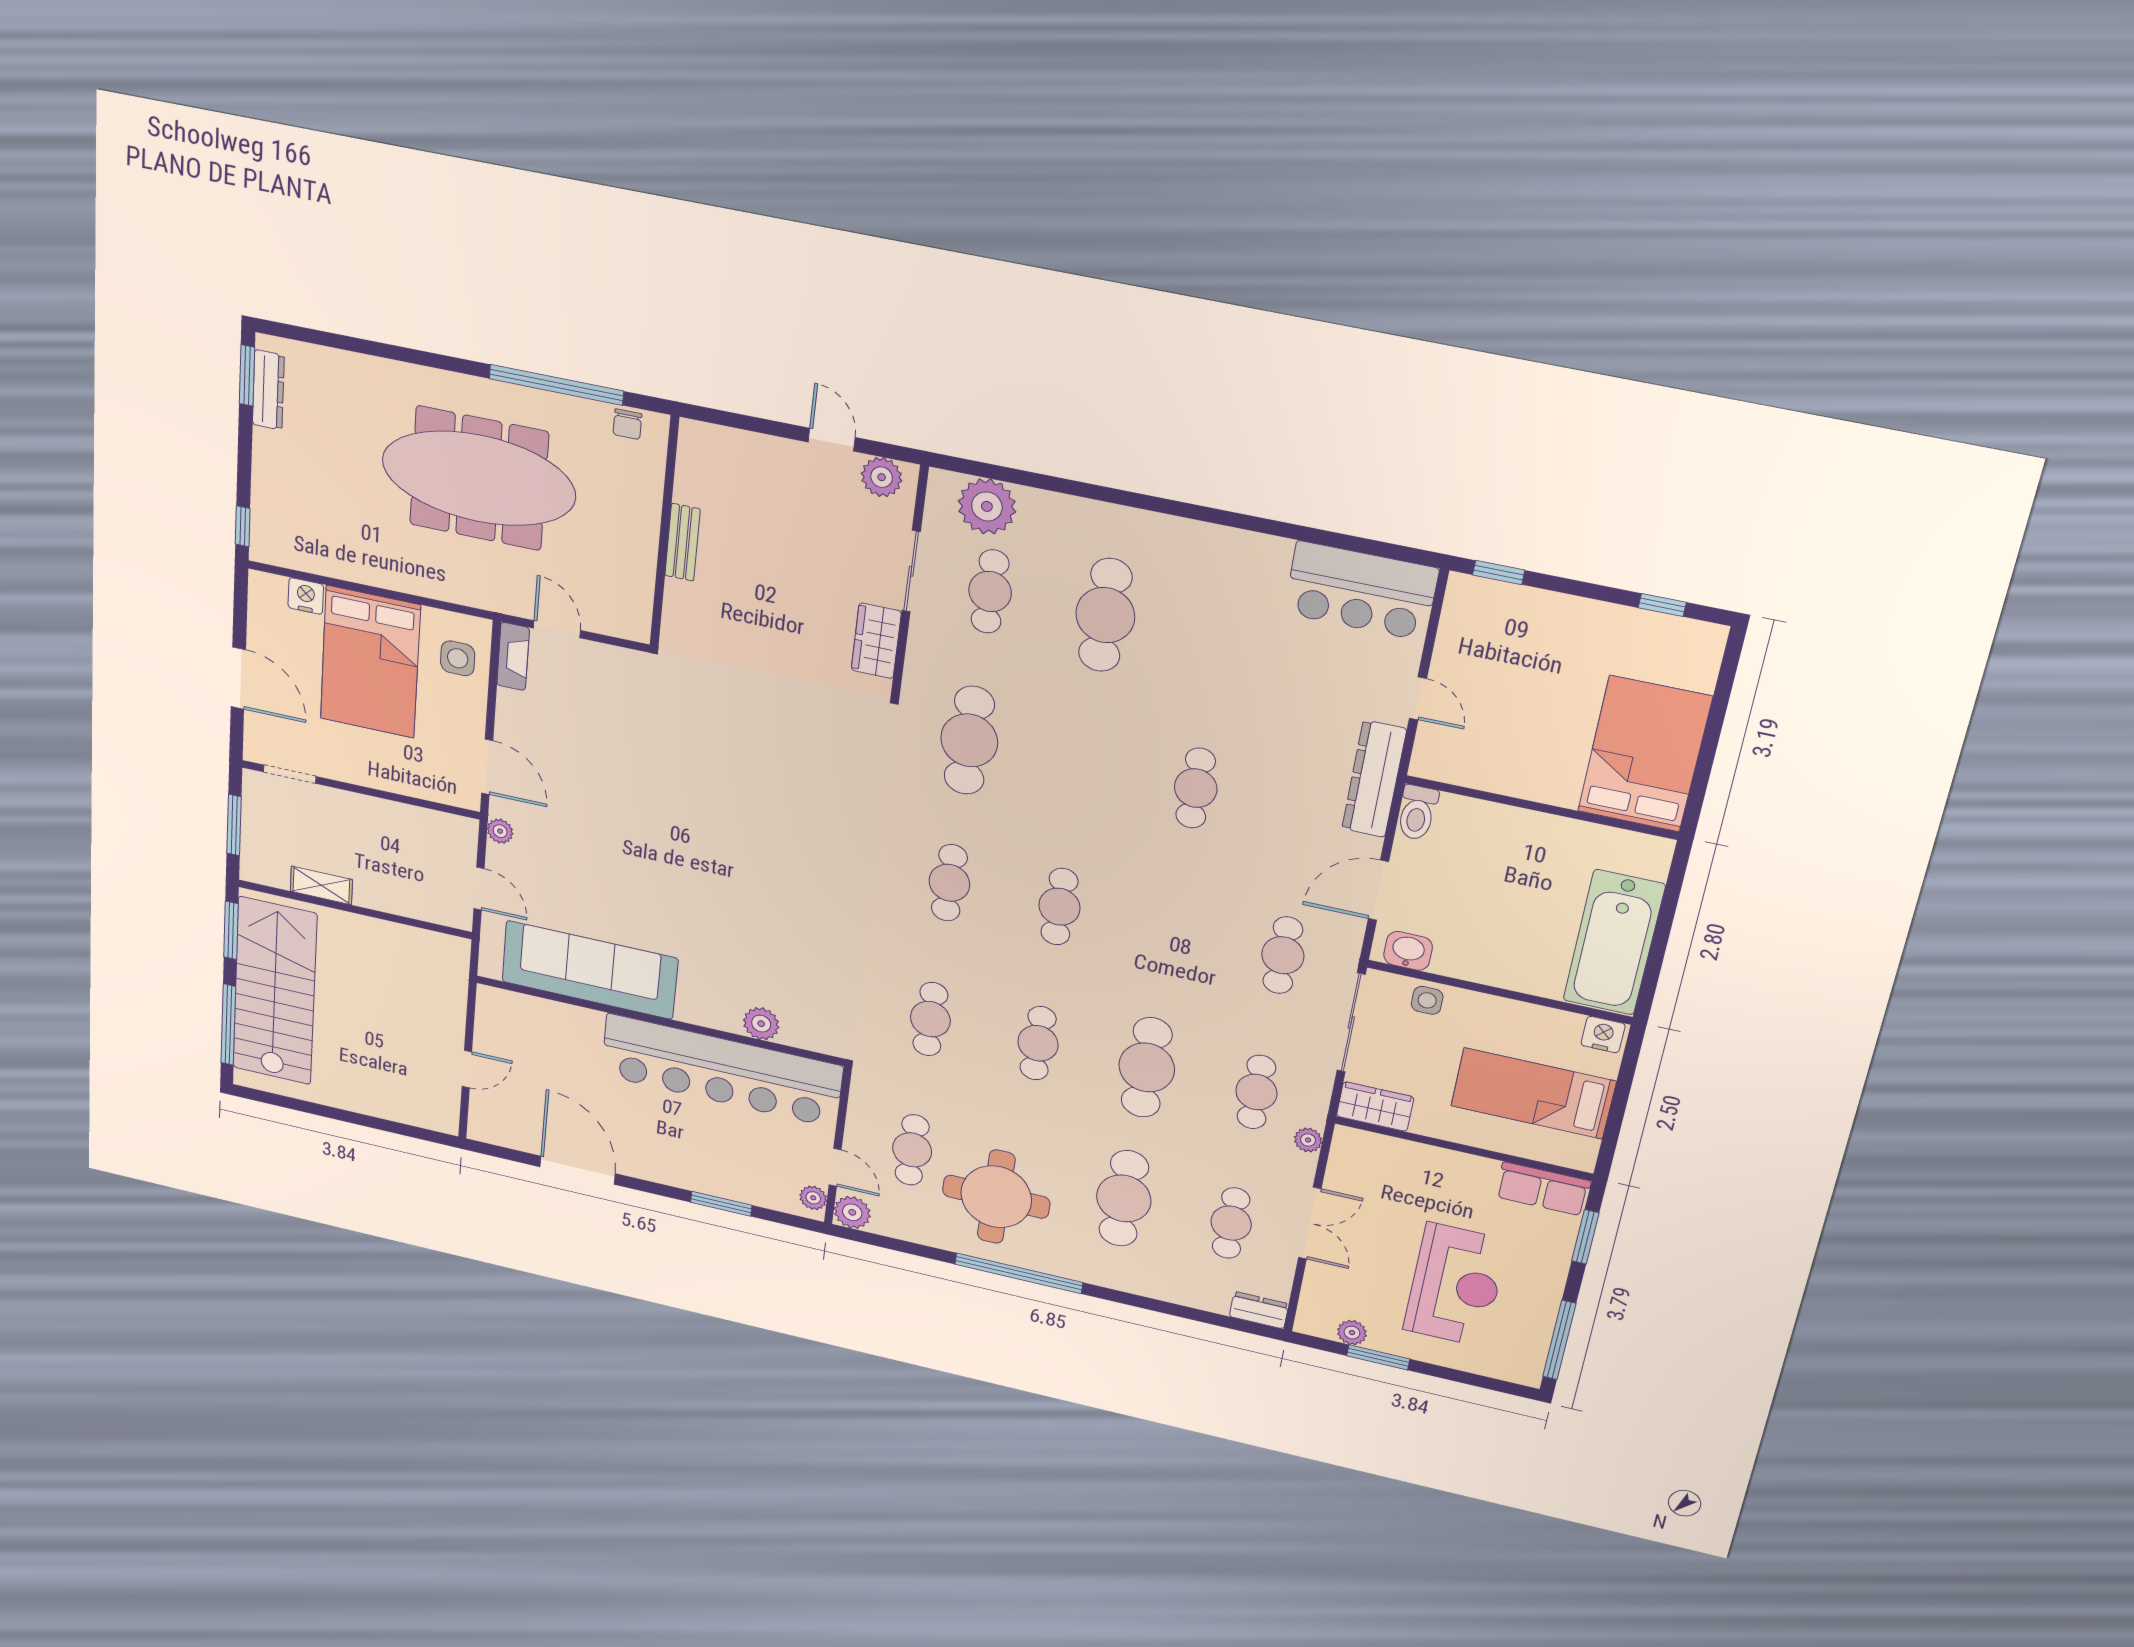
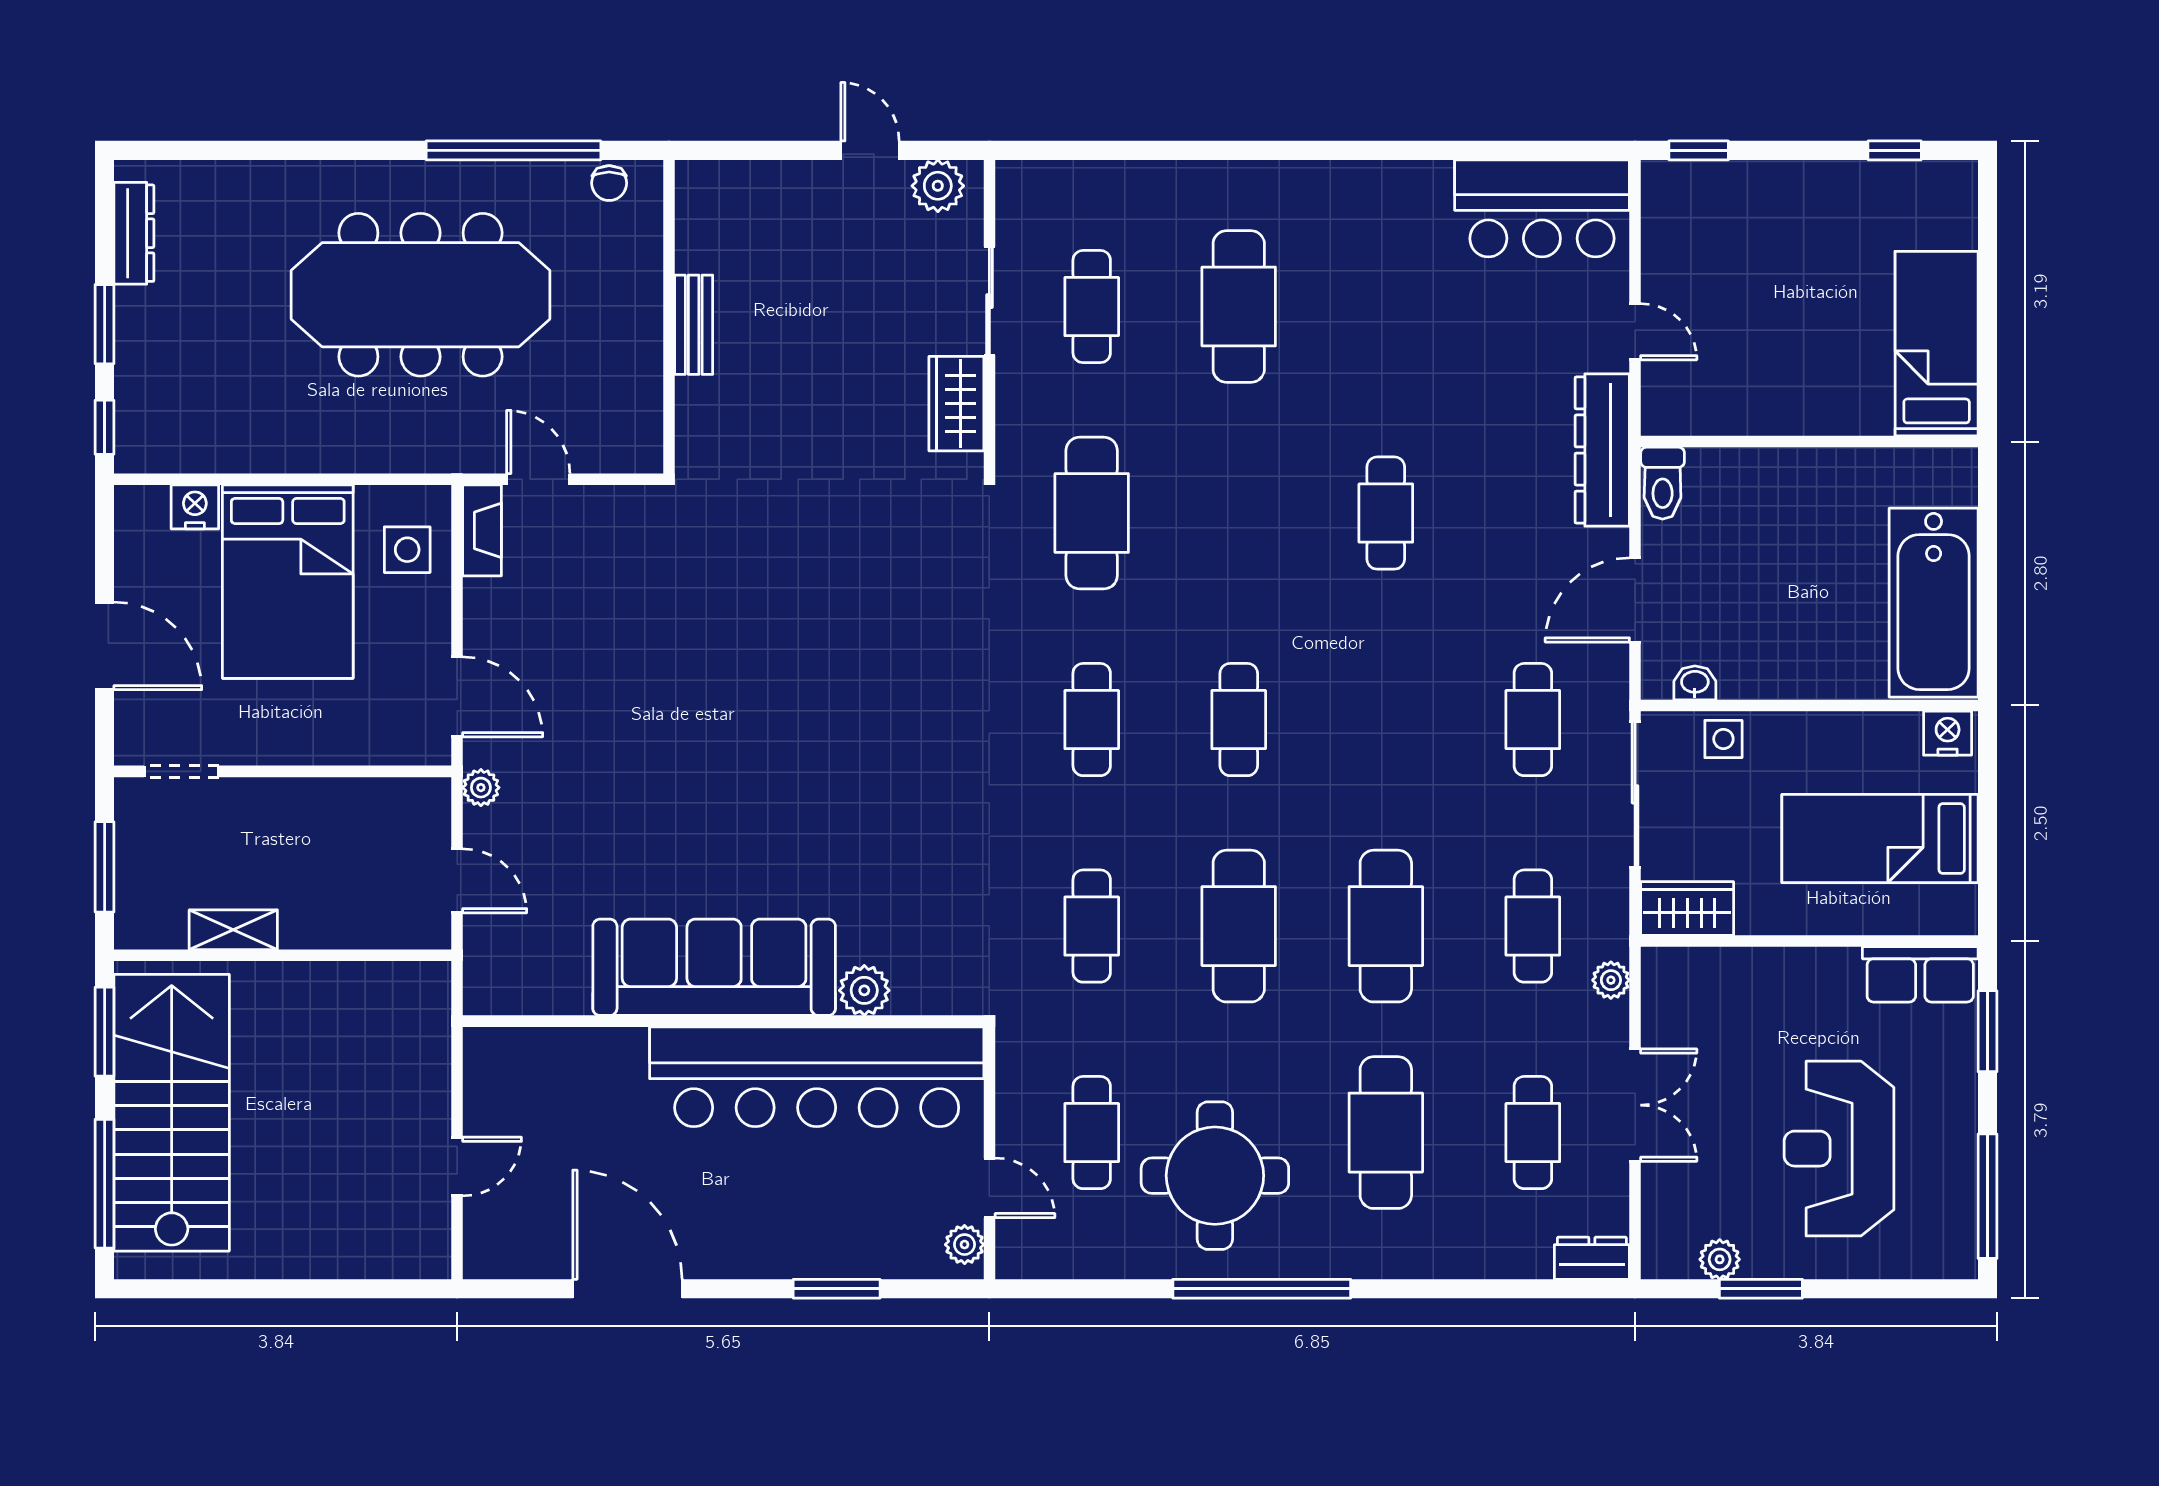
window: (247, 375) -> (105, 324), moved
plant: (987, 506) -> (1073, 196), removed
bed: (1645, 754) -> (1937, 344), width x0.67
washbasin: (1408, 951) -> (1695, 683), width x0.72, depth x0.69
sofa: (590, 970) -> (714, 967), moved
cafe table: (1038, 1043) -> (1239, 926), width x1.37, depth x1.35
plant: (852, 1212) -> (1021, 1253), removed
reception desk: (1455, 1285) -> (1839, 1149), turned 180

